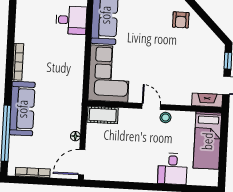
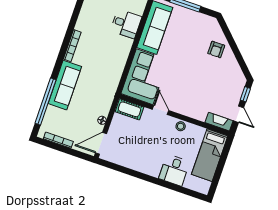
door: (151, 106) -> (160, 110), moved

